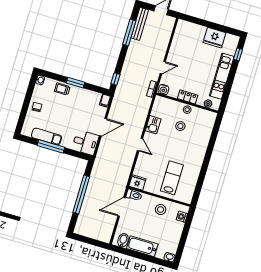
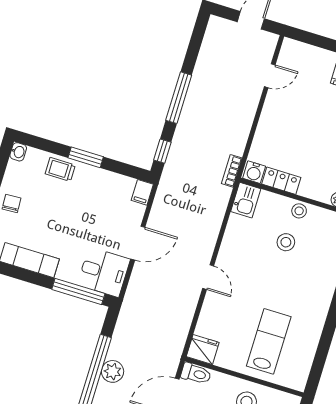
bench: (140, 24) -> (210, 46), removed
window: (129, 33) -> (179, 98), moved
door: (163, 68) -> (270, 76), moved
locker: (188, 97) -> (281, 181), moved
kitchen sink: (153, 125) -> (246, 200), moved
window: (51, 146) -> (78, 291), moved
plant: (90, 194) -> (113, 371), added

